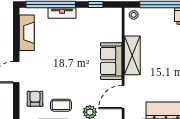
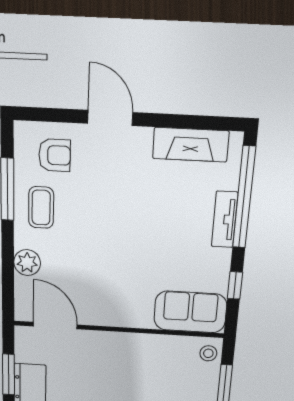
shelving: (132, 55) -> (133, 346), removed
sofa: (111, 61) -> (190, 312), moved

